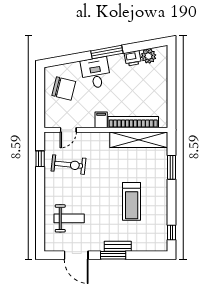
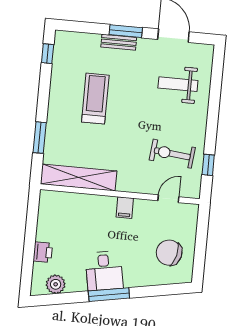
printer: (133, 58) -> (43, 252), moved, turned 100
desk: (96, 73) -> (104, 271), moved
bookcase: (133, 122) -> (83, 201), removed

